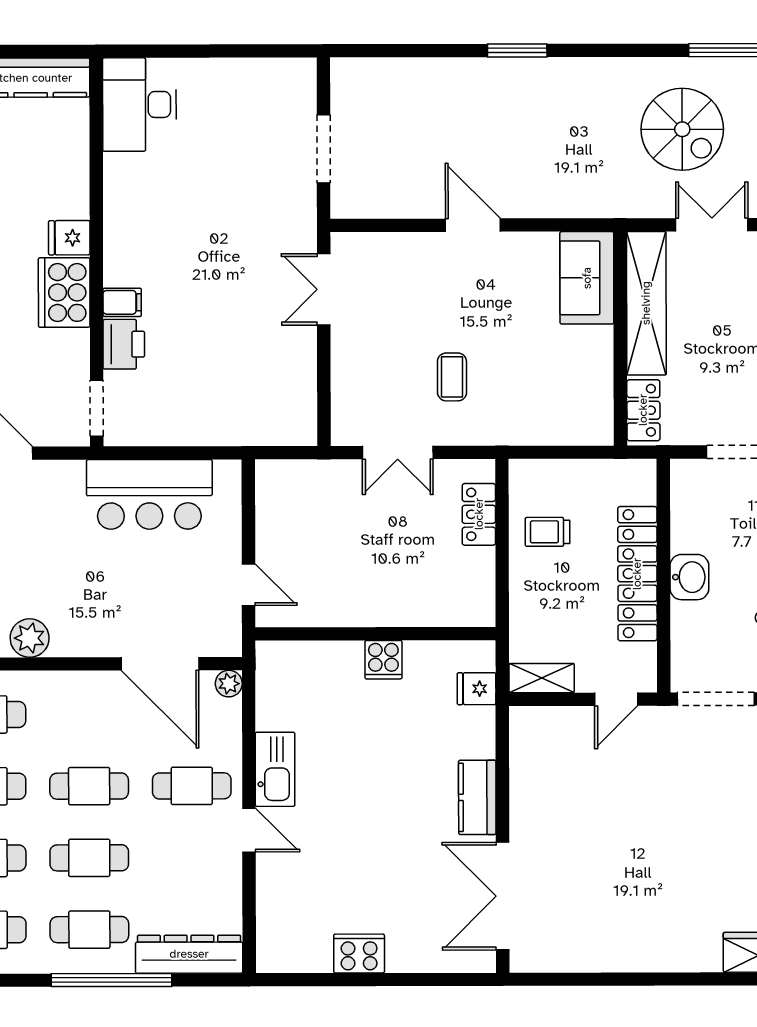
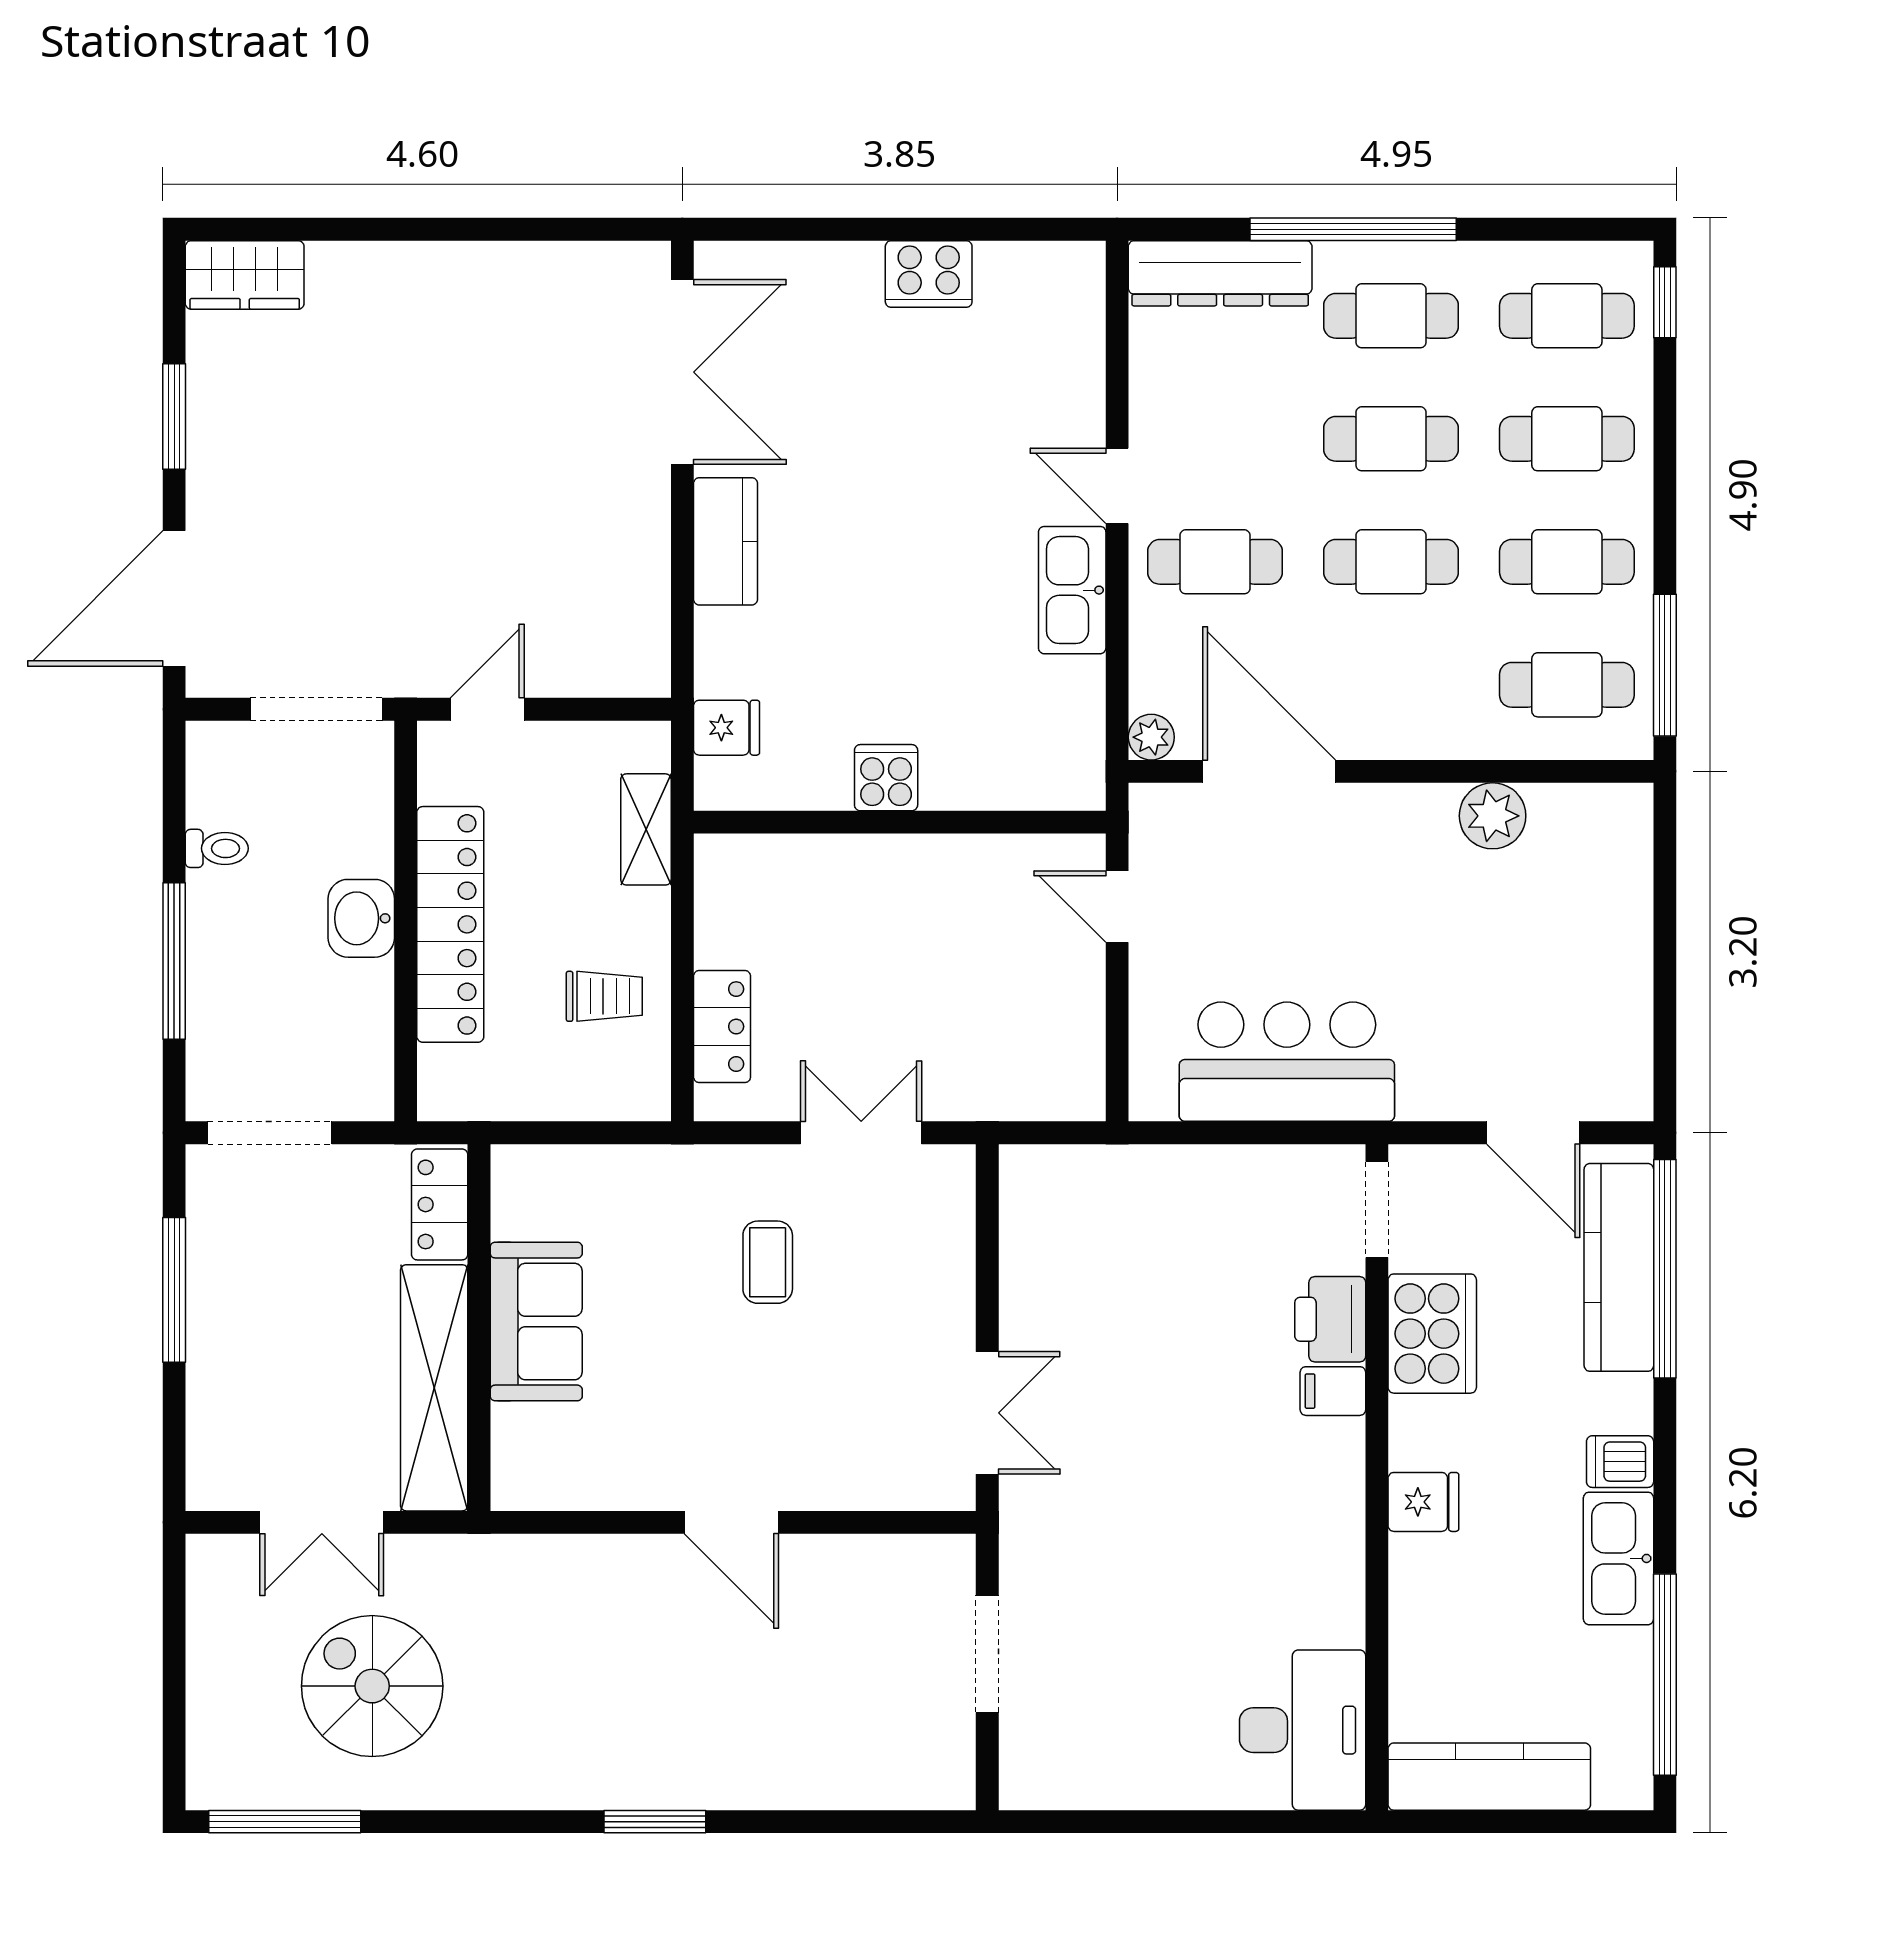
sofa: (587, 278) -> (536, 1322), moved
cooker: (64, 292) -> (1432, 1334), moved
shelving: (542, 678) -> (646, 829), moved, turned 90

